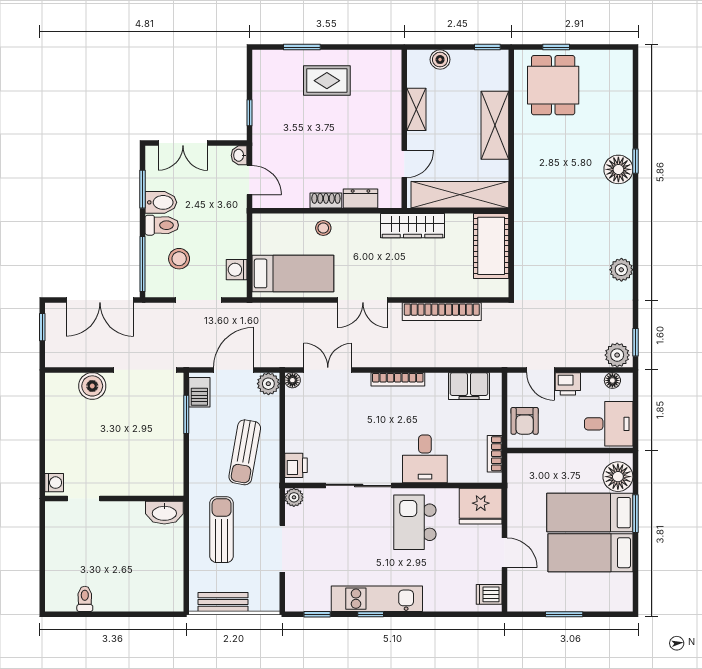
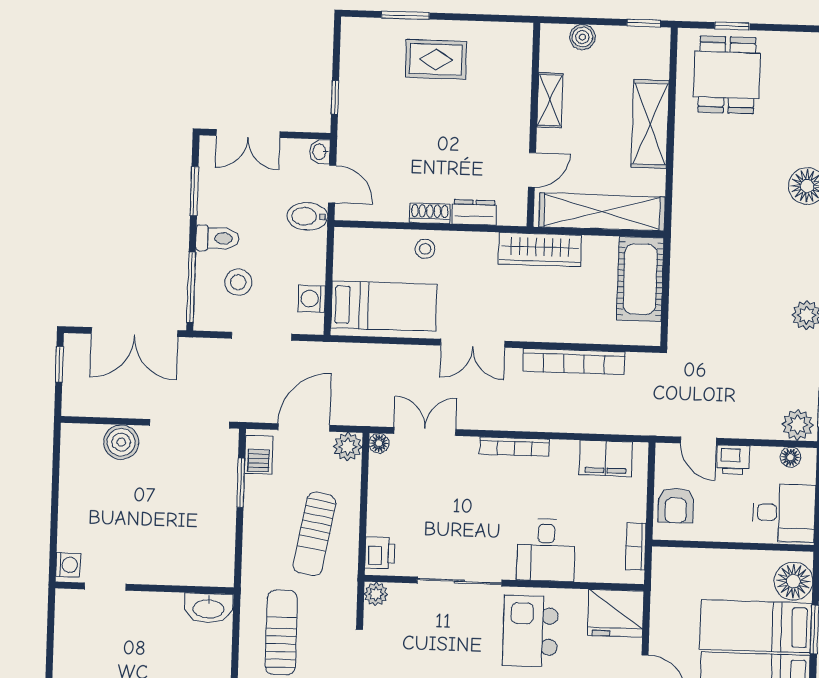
bidet: (161, 202) -> (307, 216), moved, turned 180

